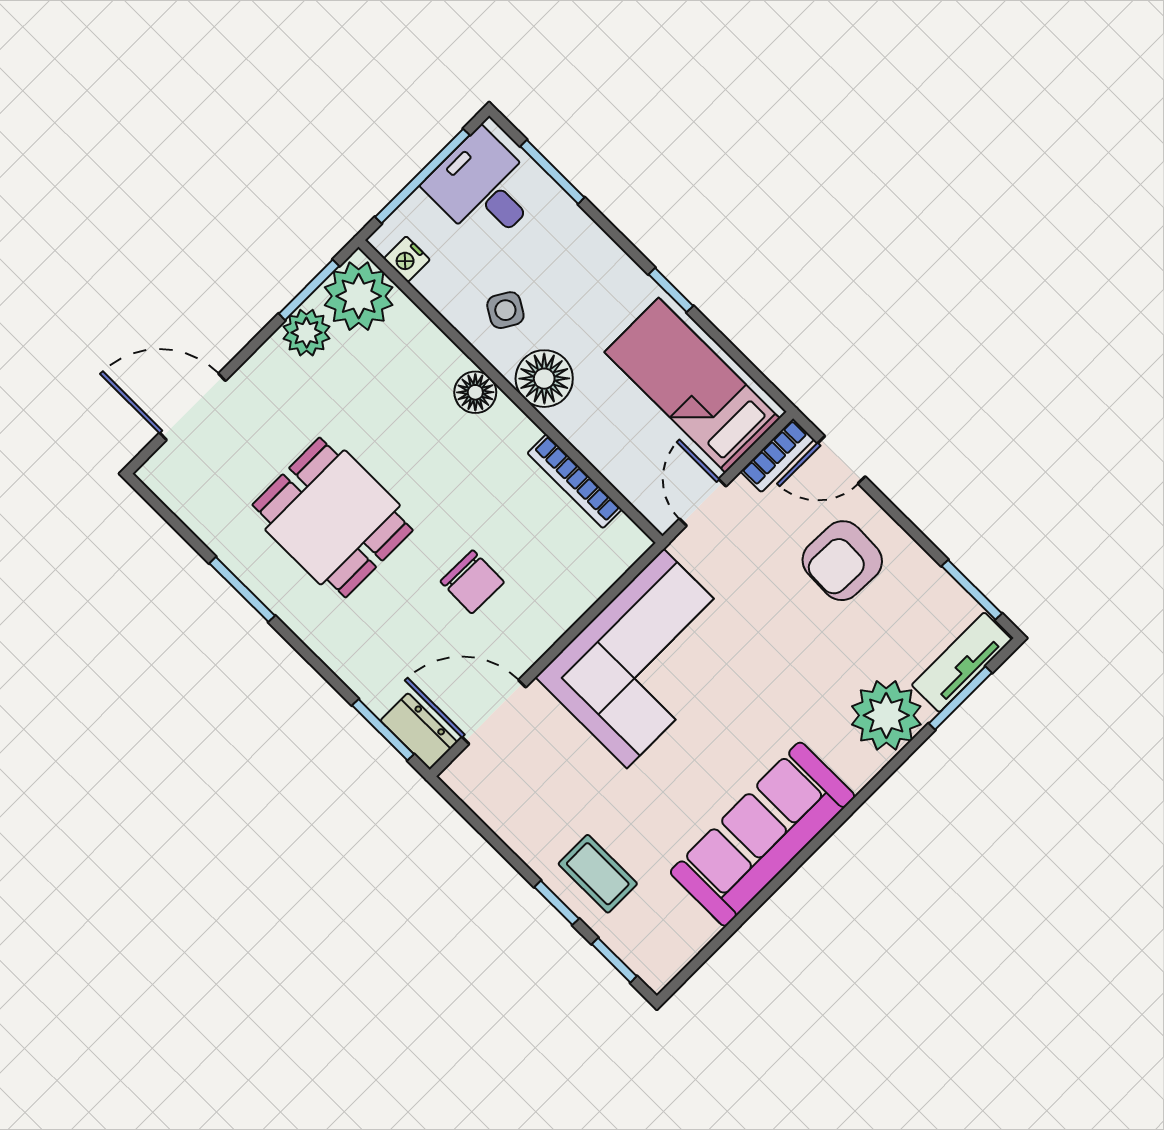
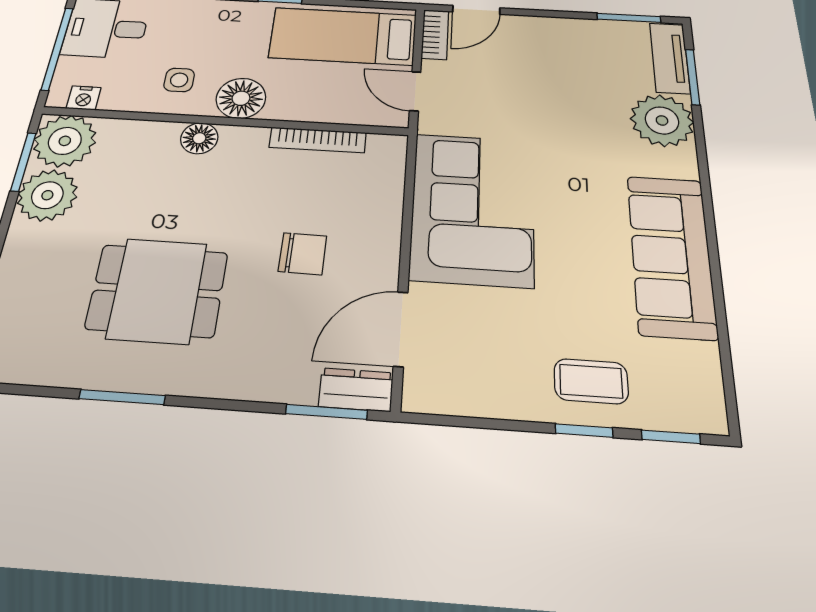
side table: (505, 310) -> (179, 80), turned -31
plant: (306, 333) -> (47, 195), width x1.36, depth x1.36
armchair: (842, 561) -> (536, 59), removed

